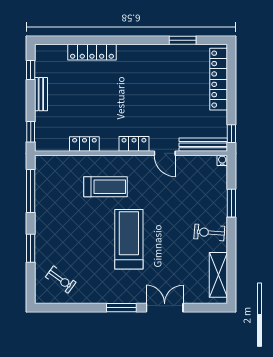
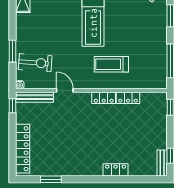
locker: (92, 52) -> (116, 170), width x0.66
bench: (41, 94) -> (162, 163), moved
locker: (134, 144) -> (104, 98), moved
exercise bike: (209, 233) -> (35, 63), moved, width x1.38, depth x1.39

